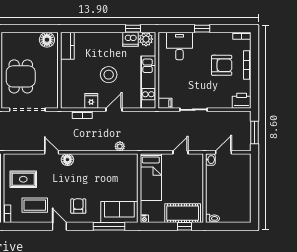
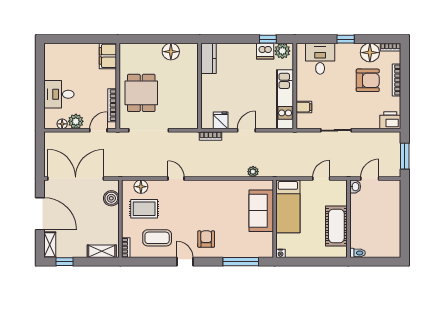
floor lamp: (224, 41) -> (370, 53), added
kitchen counter: (67, 46) -> (208, 58), moved
wall: (59, 70) -> (200, 86), moved
stool: (109, 75) -> (240, 91), removed
filing cabinet: (165, 103) -> (304, 107), moved
floor lamp: (67, 160) -> (141, 187), moved
sofa: (119, 212) -> (261, 211), moved, turned -90
cot: (183, 213) -> (336, 226), moved, turned 90
window: (185, 226) -> (326, 262), removed

